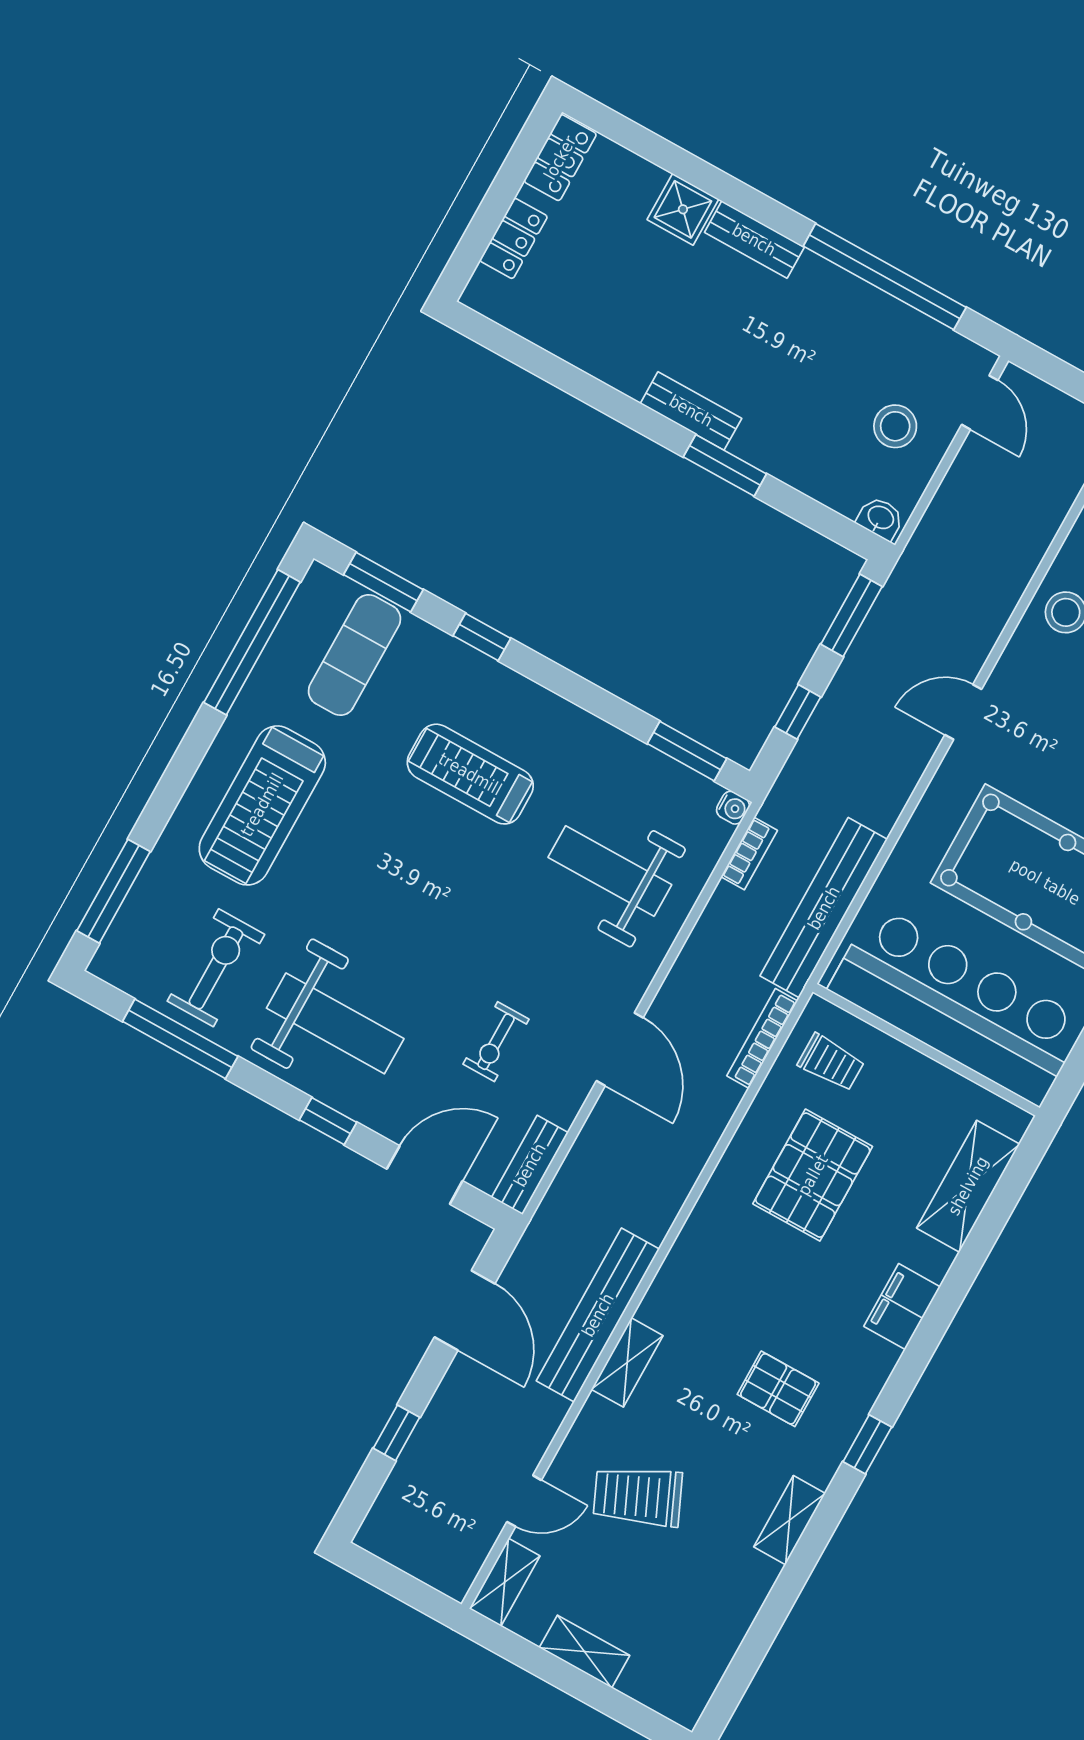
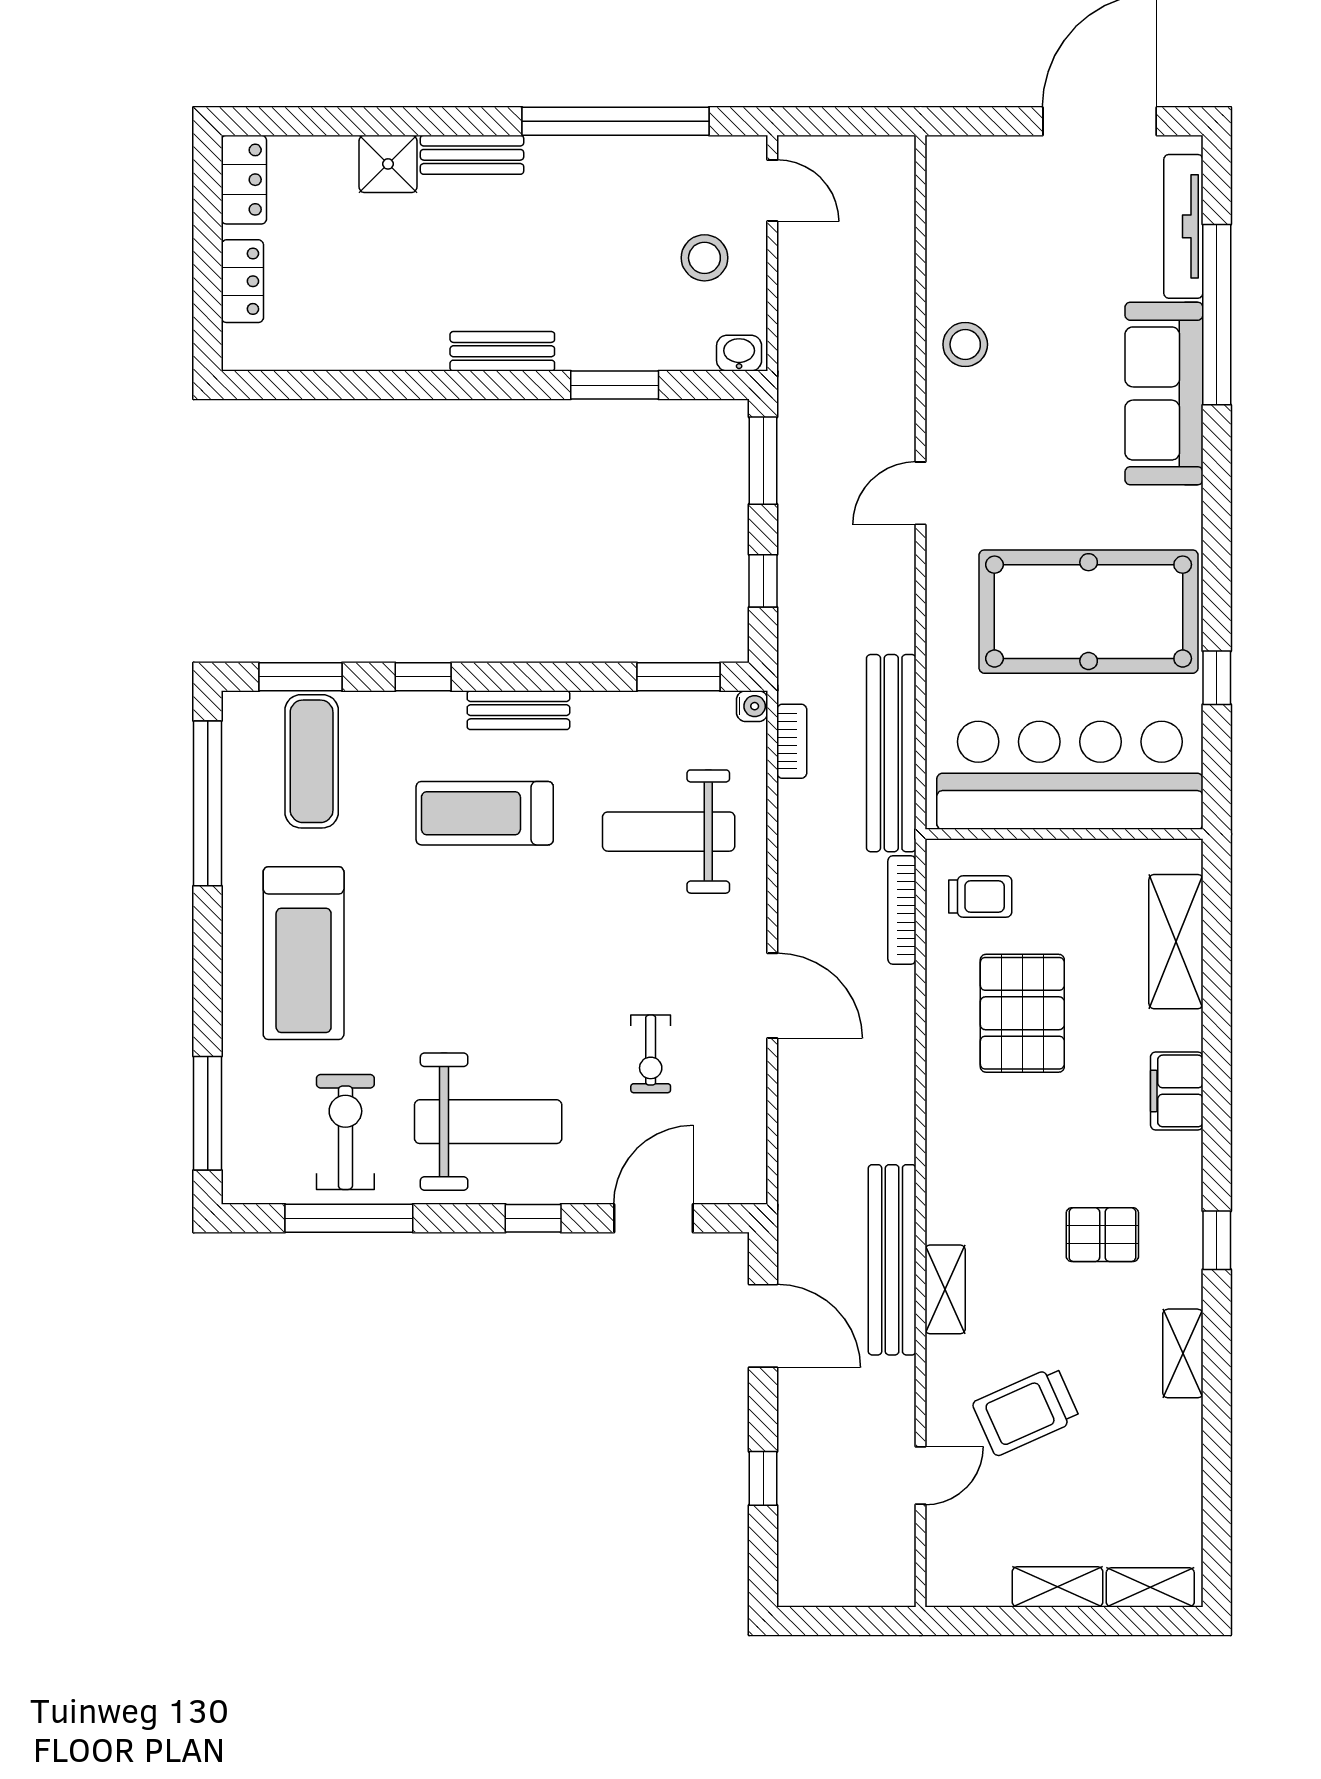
window: (725, 465) -> (615, 385), moved
bench: (530, 1165) -> (518, 710), moved, turned 90
shelving: (505, 1582) -> (1150, 1587), moved, turned 90

